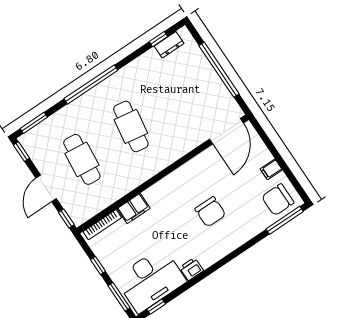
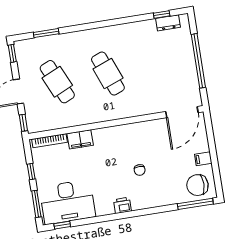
window: (91, 84) -> (92, 26), removed
window: (34, 123) -> (46, 33), moved
cafe table: (131, 126) -> (108, 74), turned -30
cafe table: (82, 159) -> (57, 82), turned -30
chair: (210, 212) -> (140, 170), width x0.54, depth x0.54
printer: (191, 269) -> (122, 205), moved

